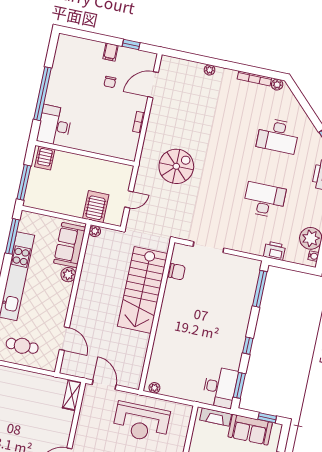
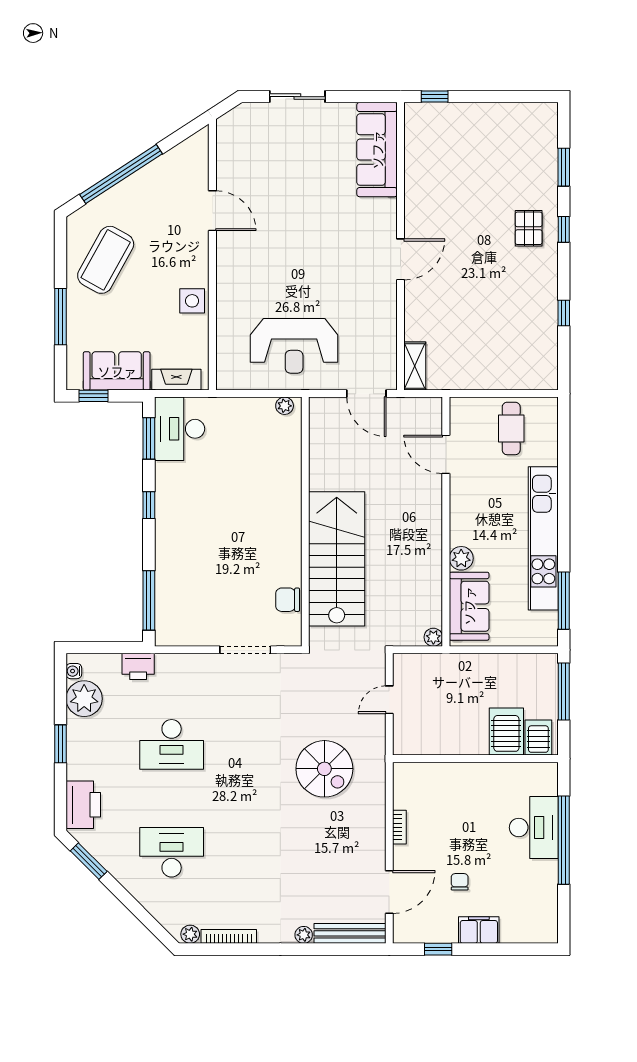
filing cabinet: (110, 52) -> (479, 930), width x2.00
bench: (182, 65) -> (350, 933), added
desk: (54, 126) -> (534, 828), moved
spiral stairs: (176, 166) -> (324, 769), turned -90
server rack: (96, 207) -> (506, 732), moved, turned 180
cafe table: (22, 346) -> (511, 428), turned 90
reception desk: (141, 422) -> (294, 346), turned 180

